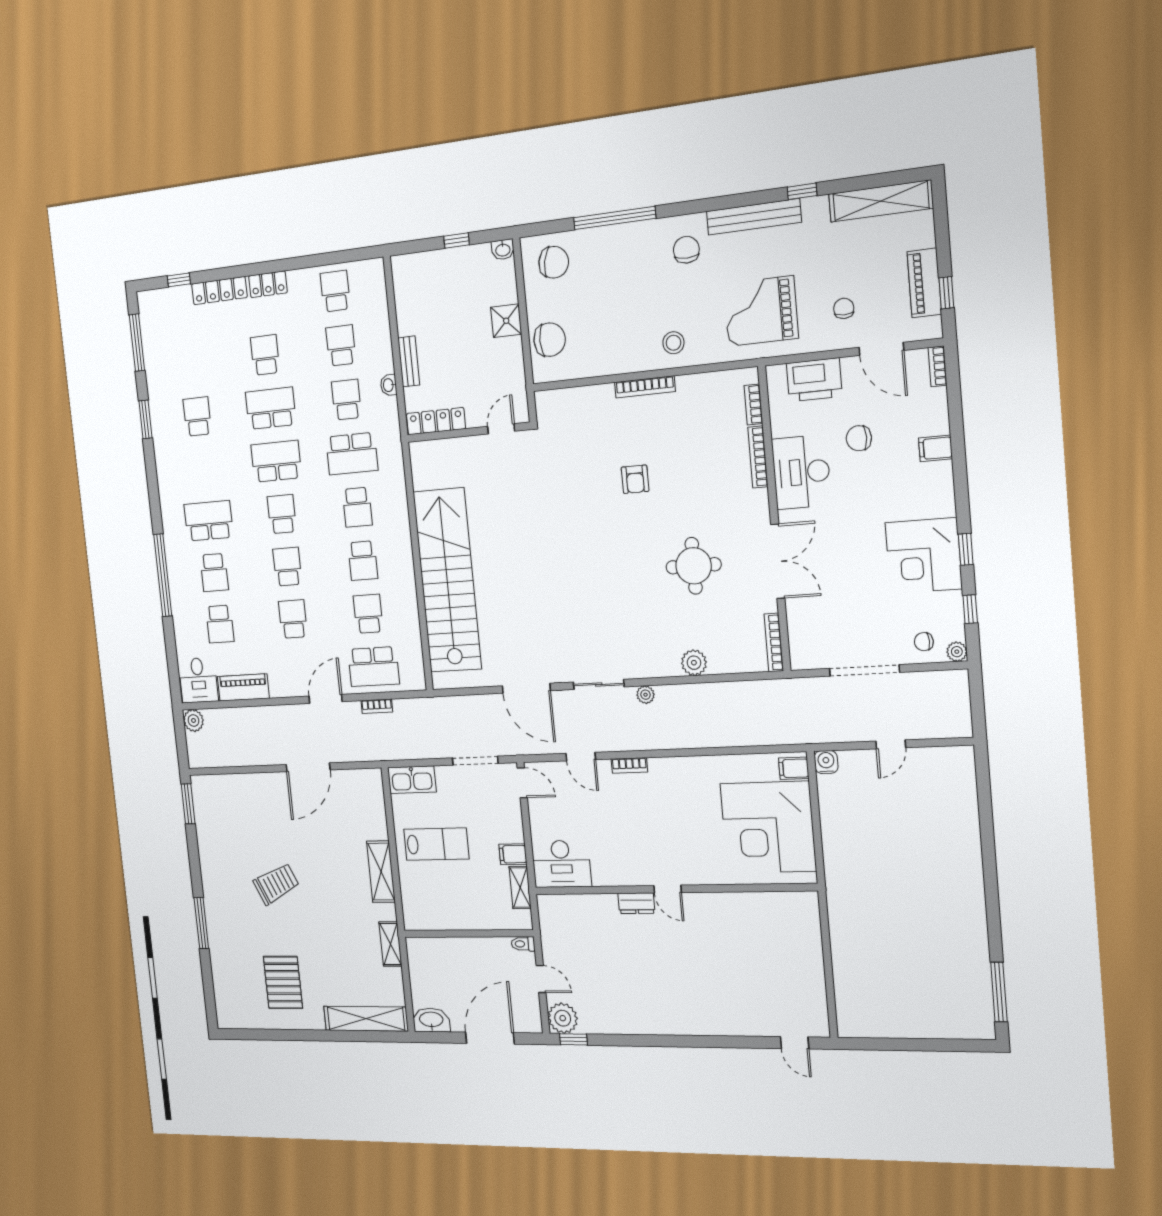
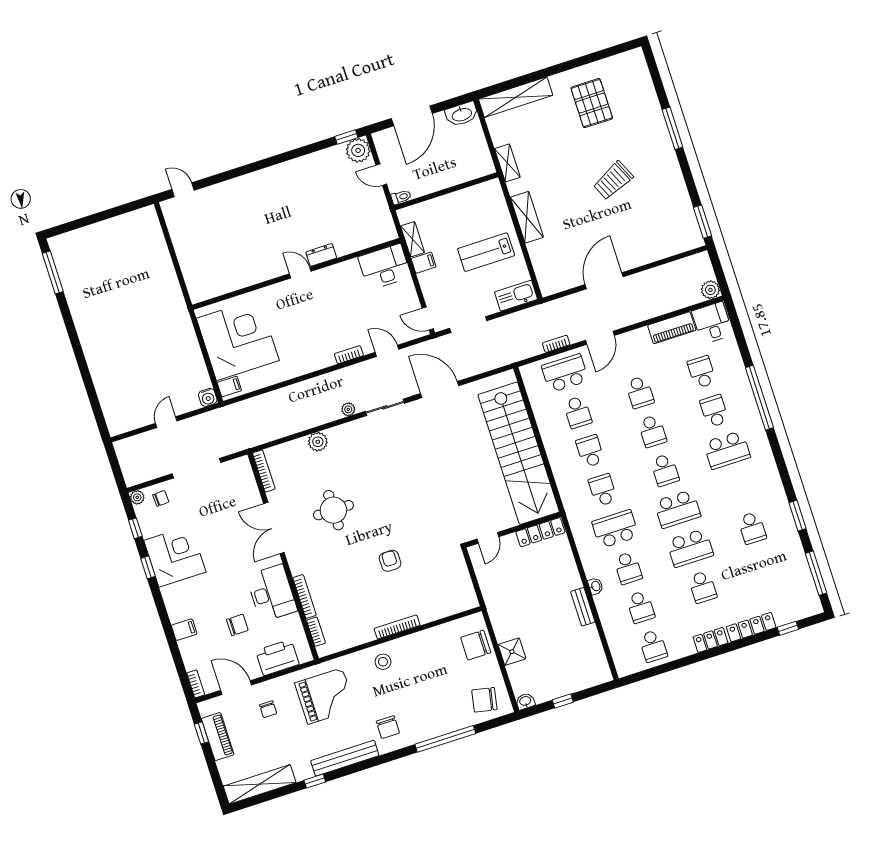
locker: (436, 421) -> (540, 532), moved
door: (501, 429) -> (488, 538), moved
wall: (468, 432) -> (513, 530), moved

